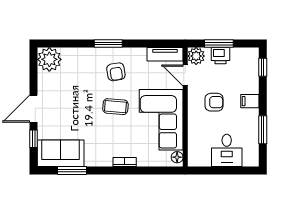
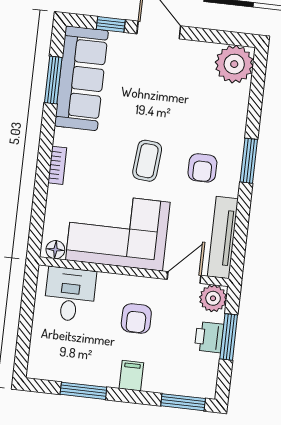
tv unit: (165, 54) -> (223, 237), width x1.41
window: (263, 67) -> (183, 402), width x1.50
armchair: (116, 72) -> (202, 168), turned -81
desk: (227, 150) -> (70, 294), moved, turned 90
sofa: (61, 153) -> (81, 78), width x1.36

